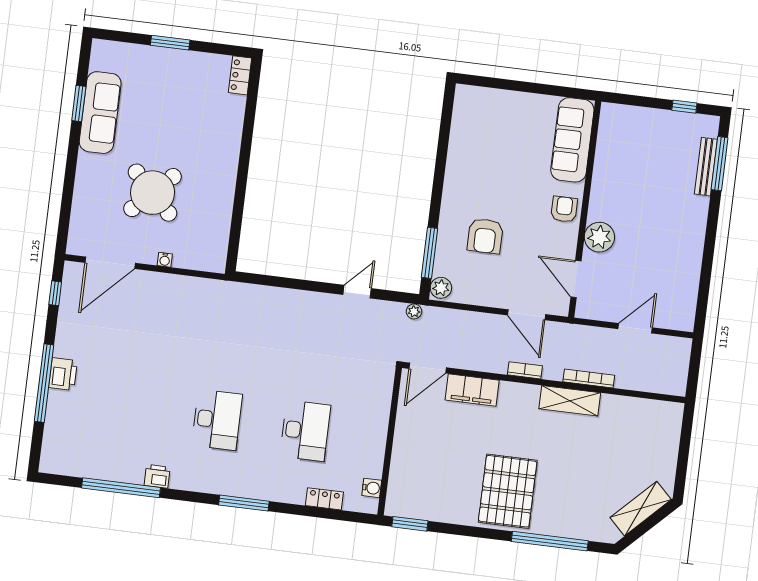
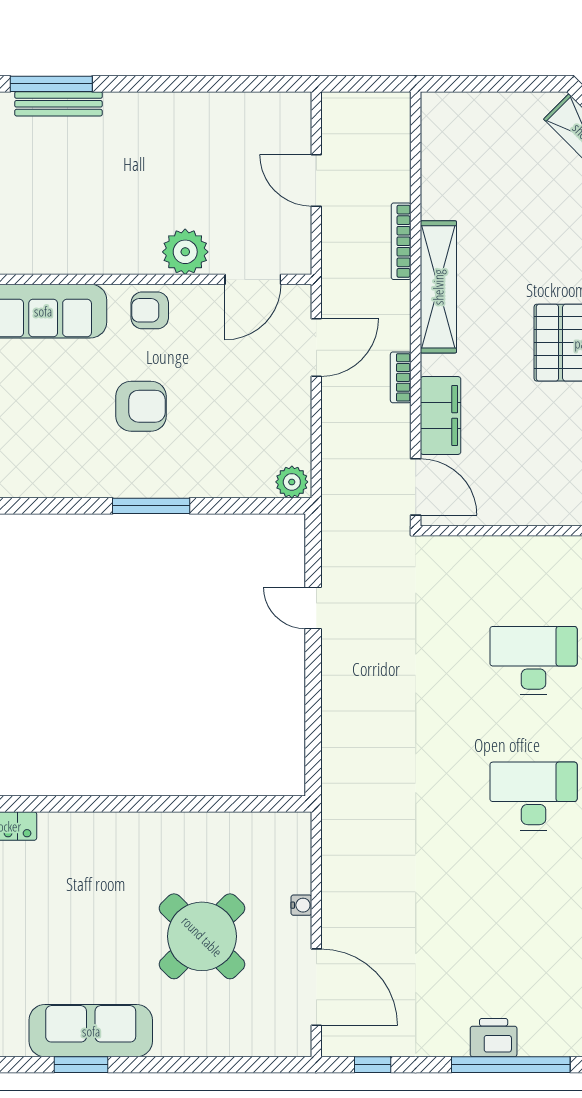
armchair: (485, 236) -> (141, 406), moved
window: (429, 253) -> (151, 506), moved
plant: (414, 311) -> (333, 518), removed
bookcase: (525, 370) -> (401, 377), moved
shelving: (570, 401) -> (438, 287), width x1.47

